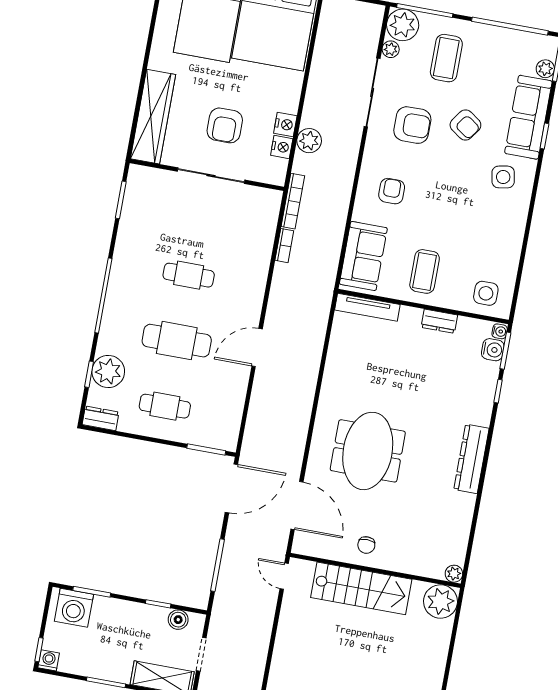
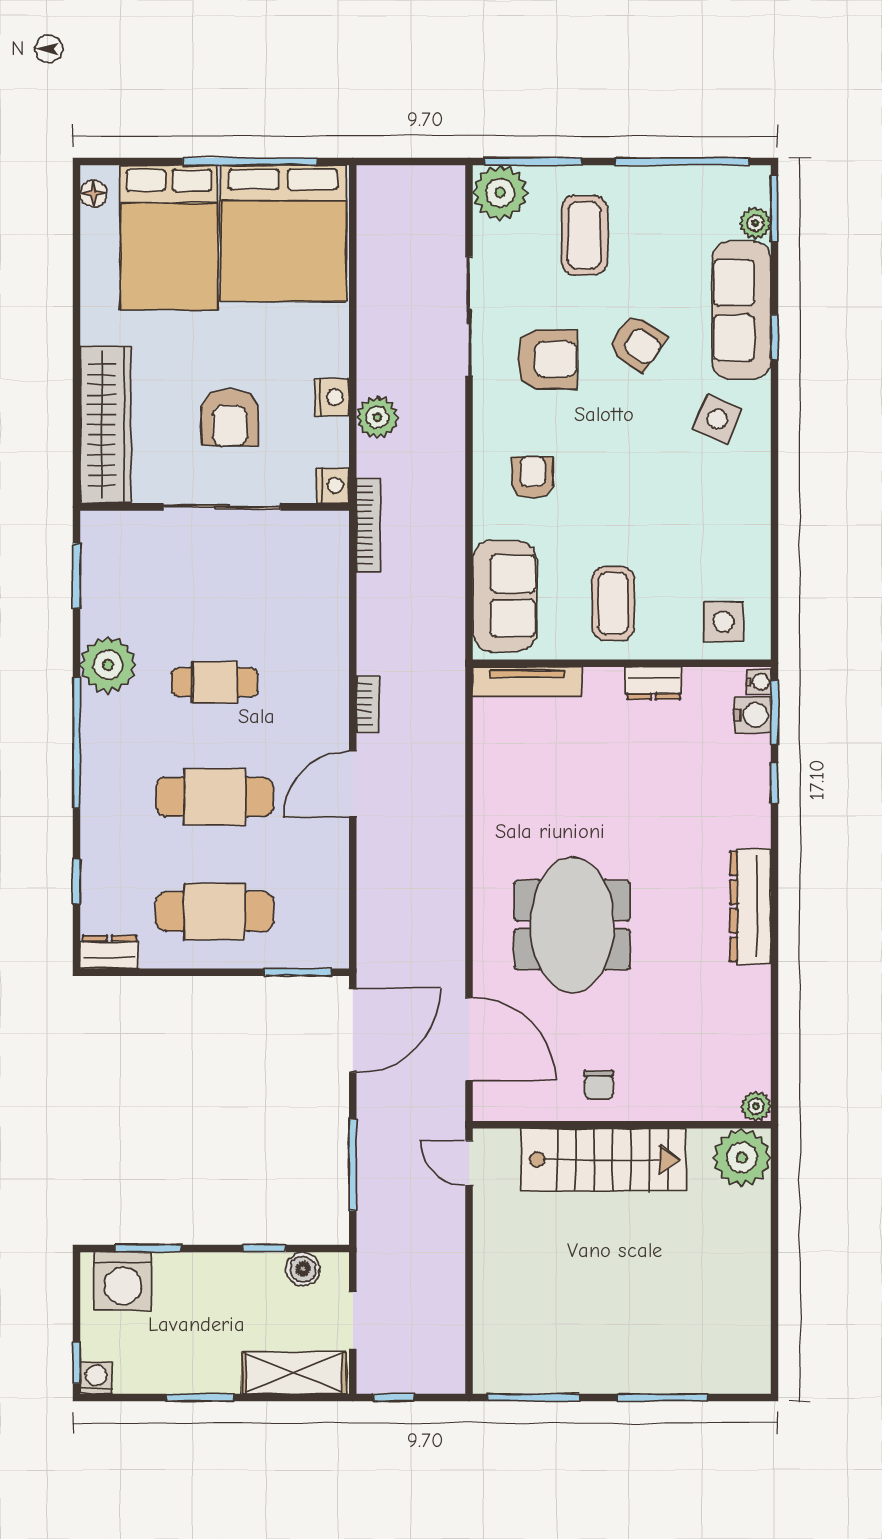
plant: (391, 49) -> (487, 237), removed
nightstand: (282, 147) -> (333, 486), moved
side table: (503, 177) -> (717, 419), turned 33
bookcase: (284, 246) -> (368, 704), moved
plant: (108, 371) -> (108, 665), moved
cafe table: (165, 406) -> (215, 912), width x1.37, depth x1.35

